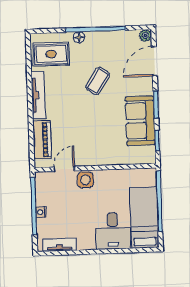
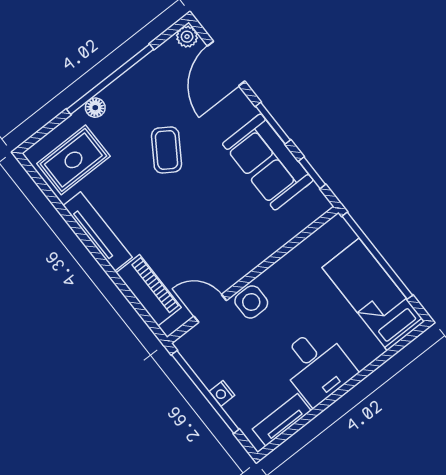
door: (64, 169) -> (210, 308), hinge flipped
desk: (113, 231) -> (317, 366), moved

